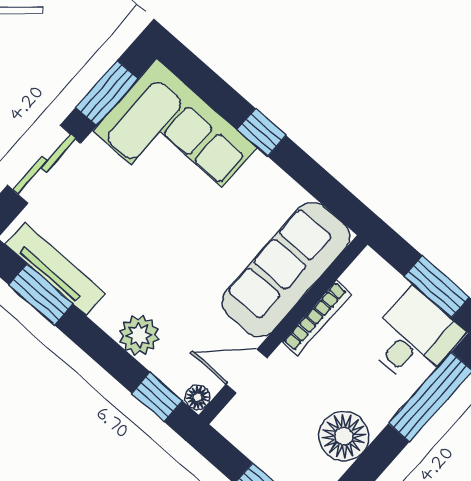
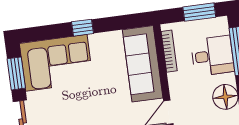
bookcase: (317, 318) -> (169, 51), moved
desk: (413, 338) -> (212, 56), moved, turned 90

